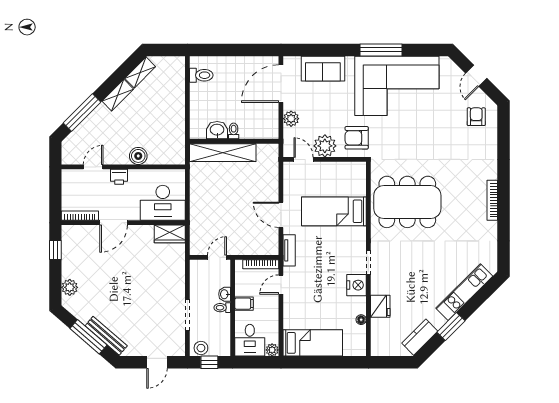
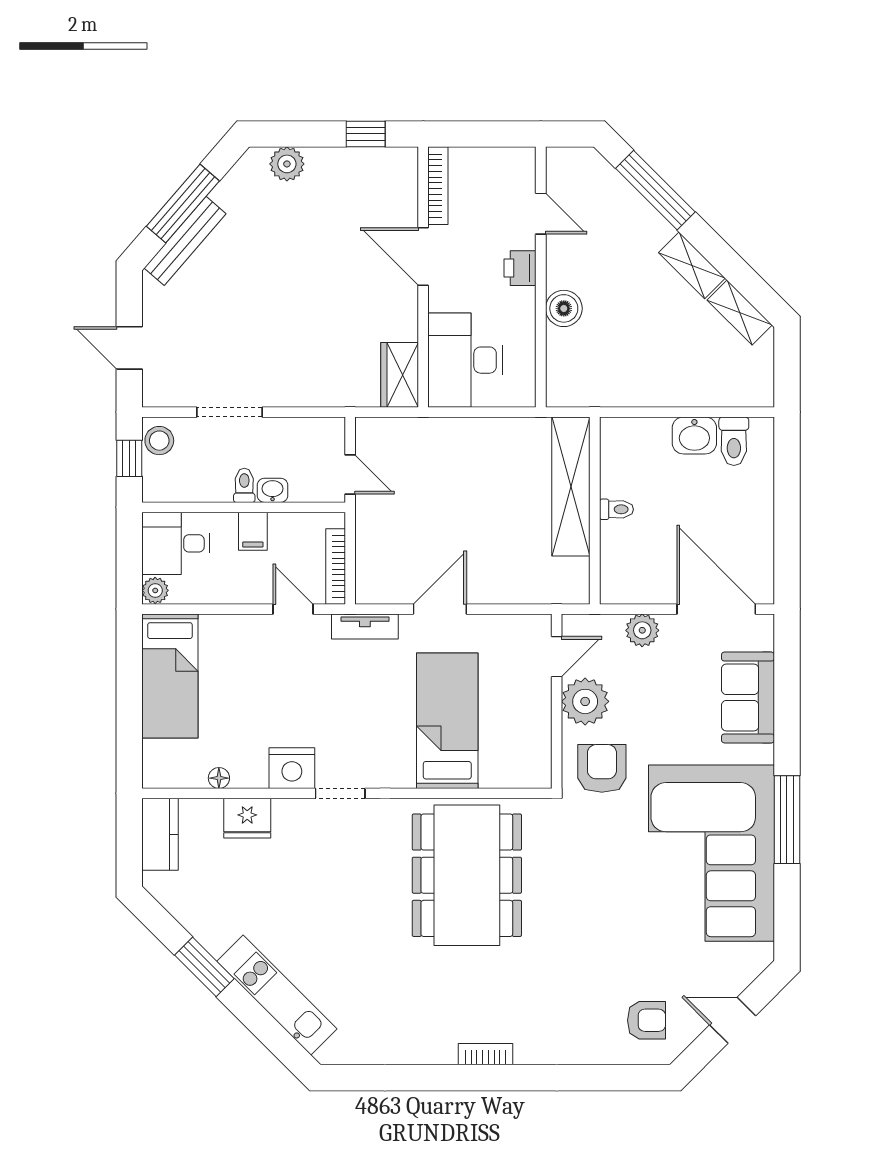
washbasin: (217, 130) -> (694, 435), moved, turned 90
bookcase: (492, 200) -> (486, 1054), width x0.64
kitchen counter: (420, 337) -> (160, 834), moved, turned 45

